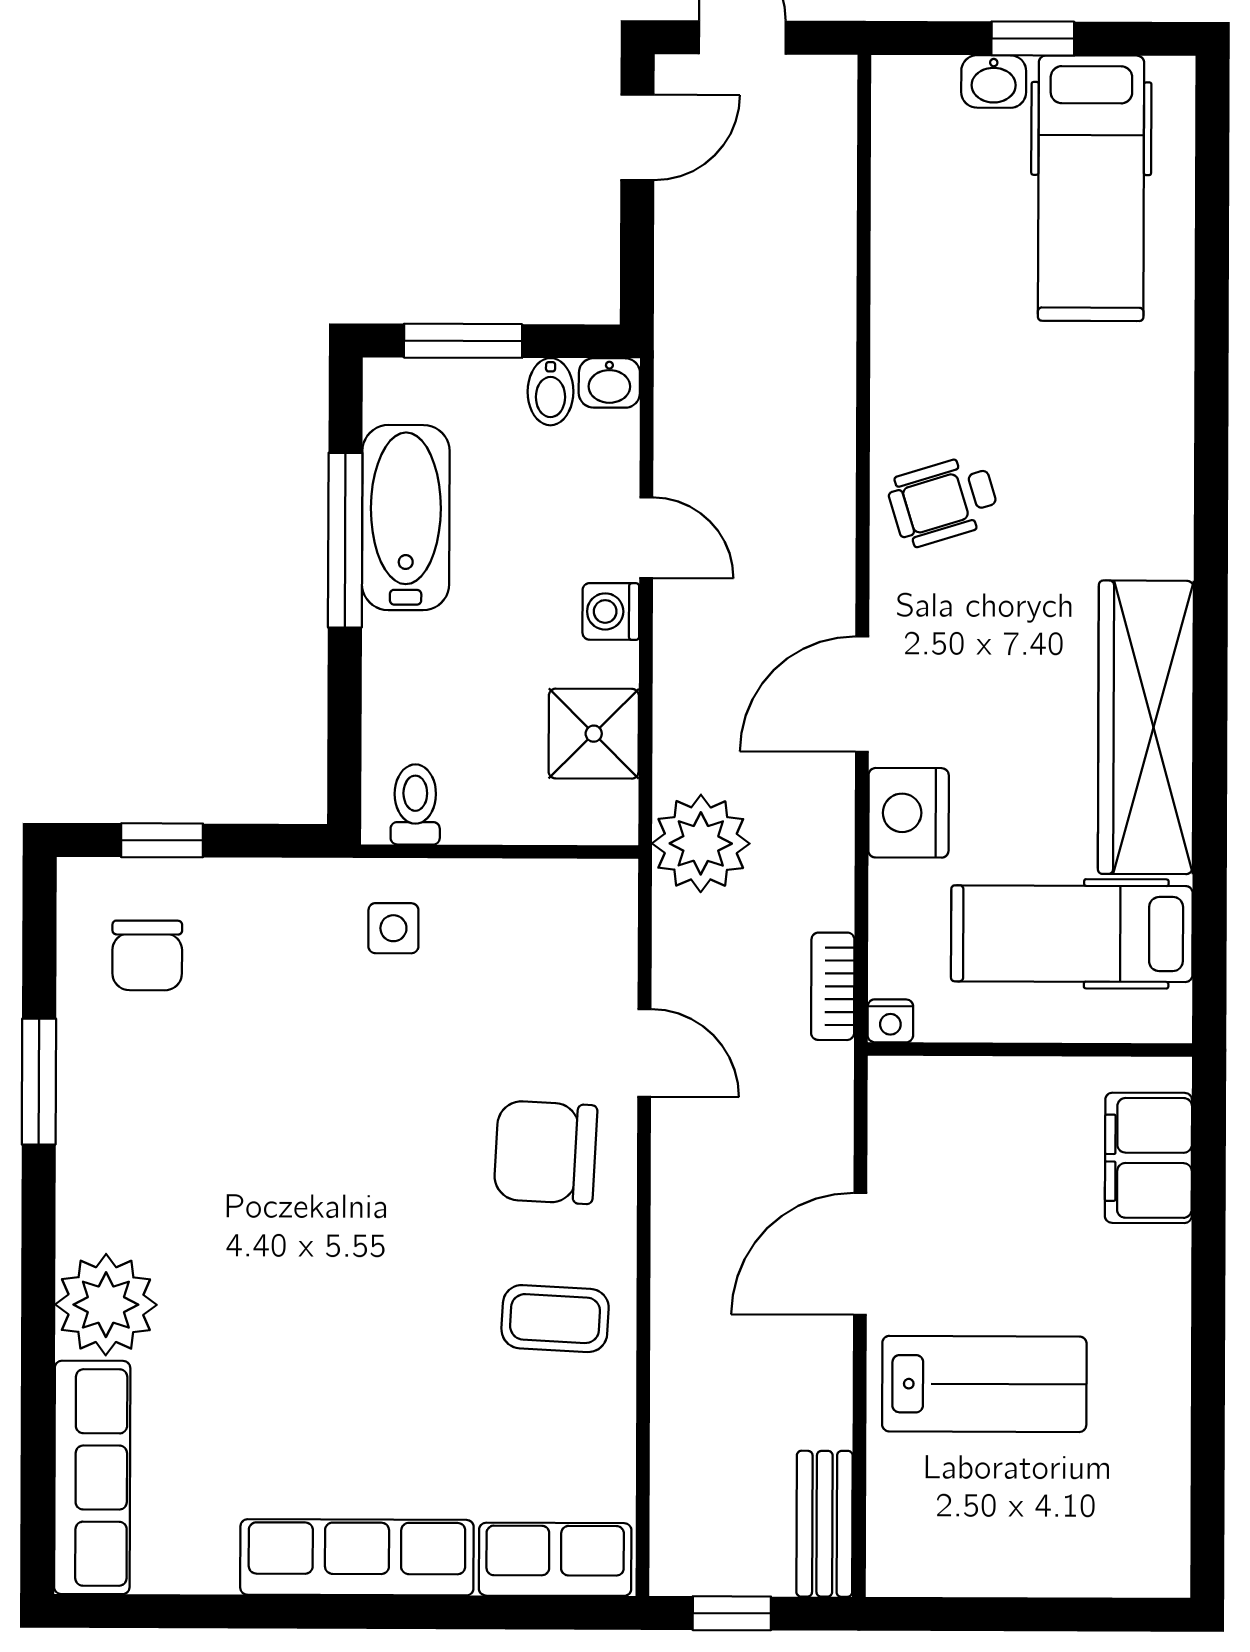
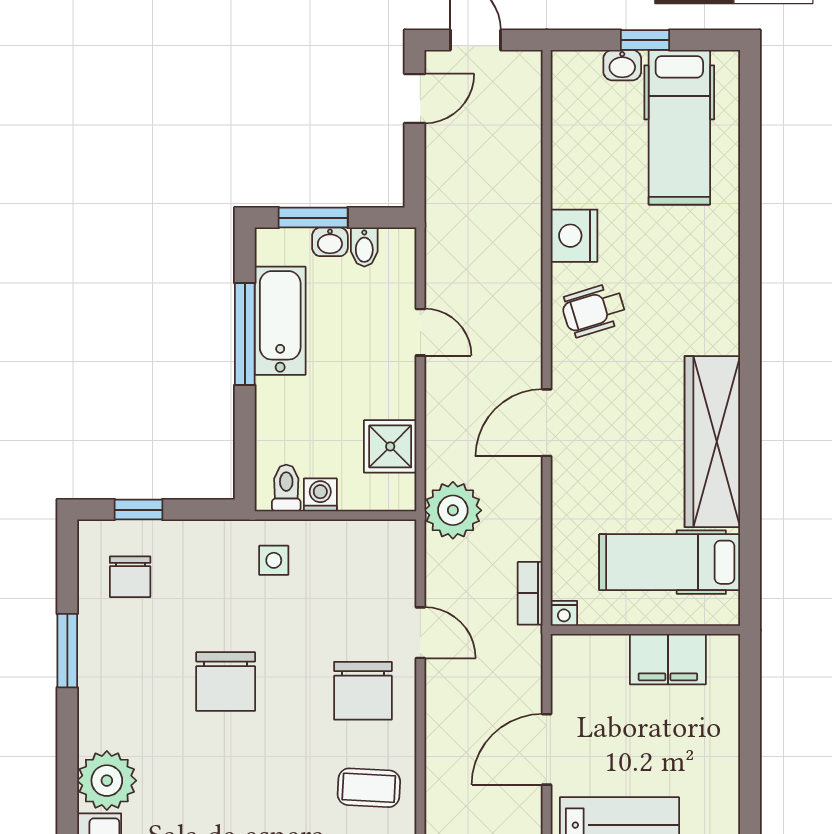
washbasin: (609, 383) -> (330, 242), moved
washing machine: (611, 611) -> (320, 495), moved, turned 90
nightstand: (909, 813) -> (574, 236), moved
chair: (310, 1136) -> (226, 682), added
chair: (546, 1152) -> (363, 691), turned -93
filing cabinet: (1148, 1158) -> (668, 659), moved, turned -90

